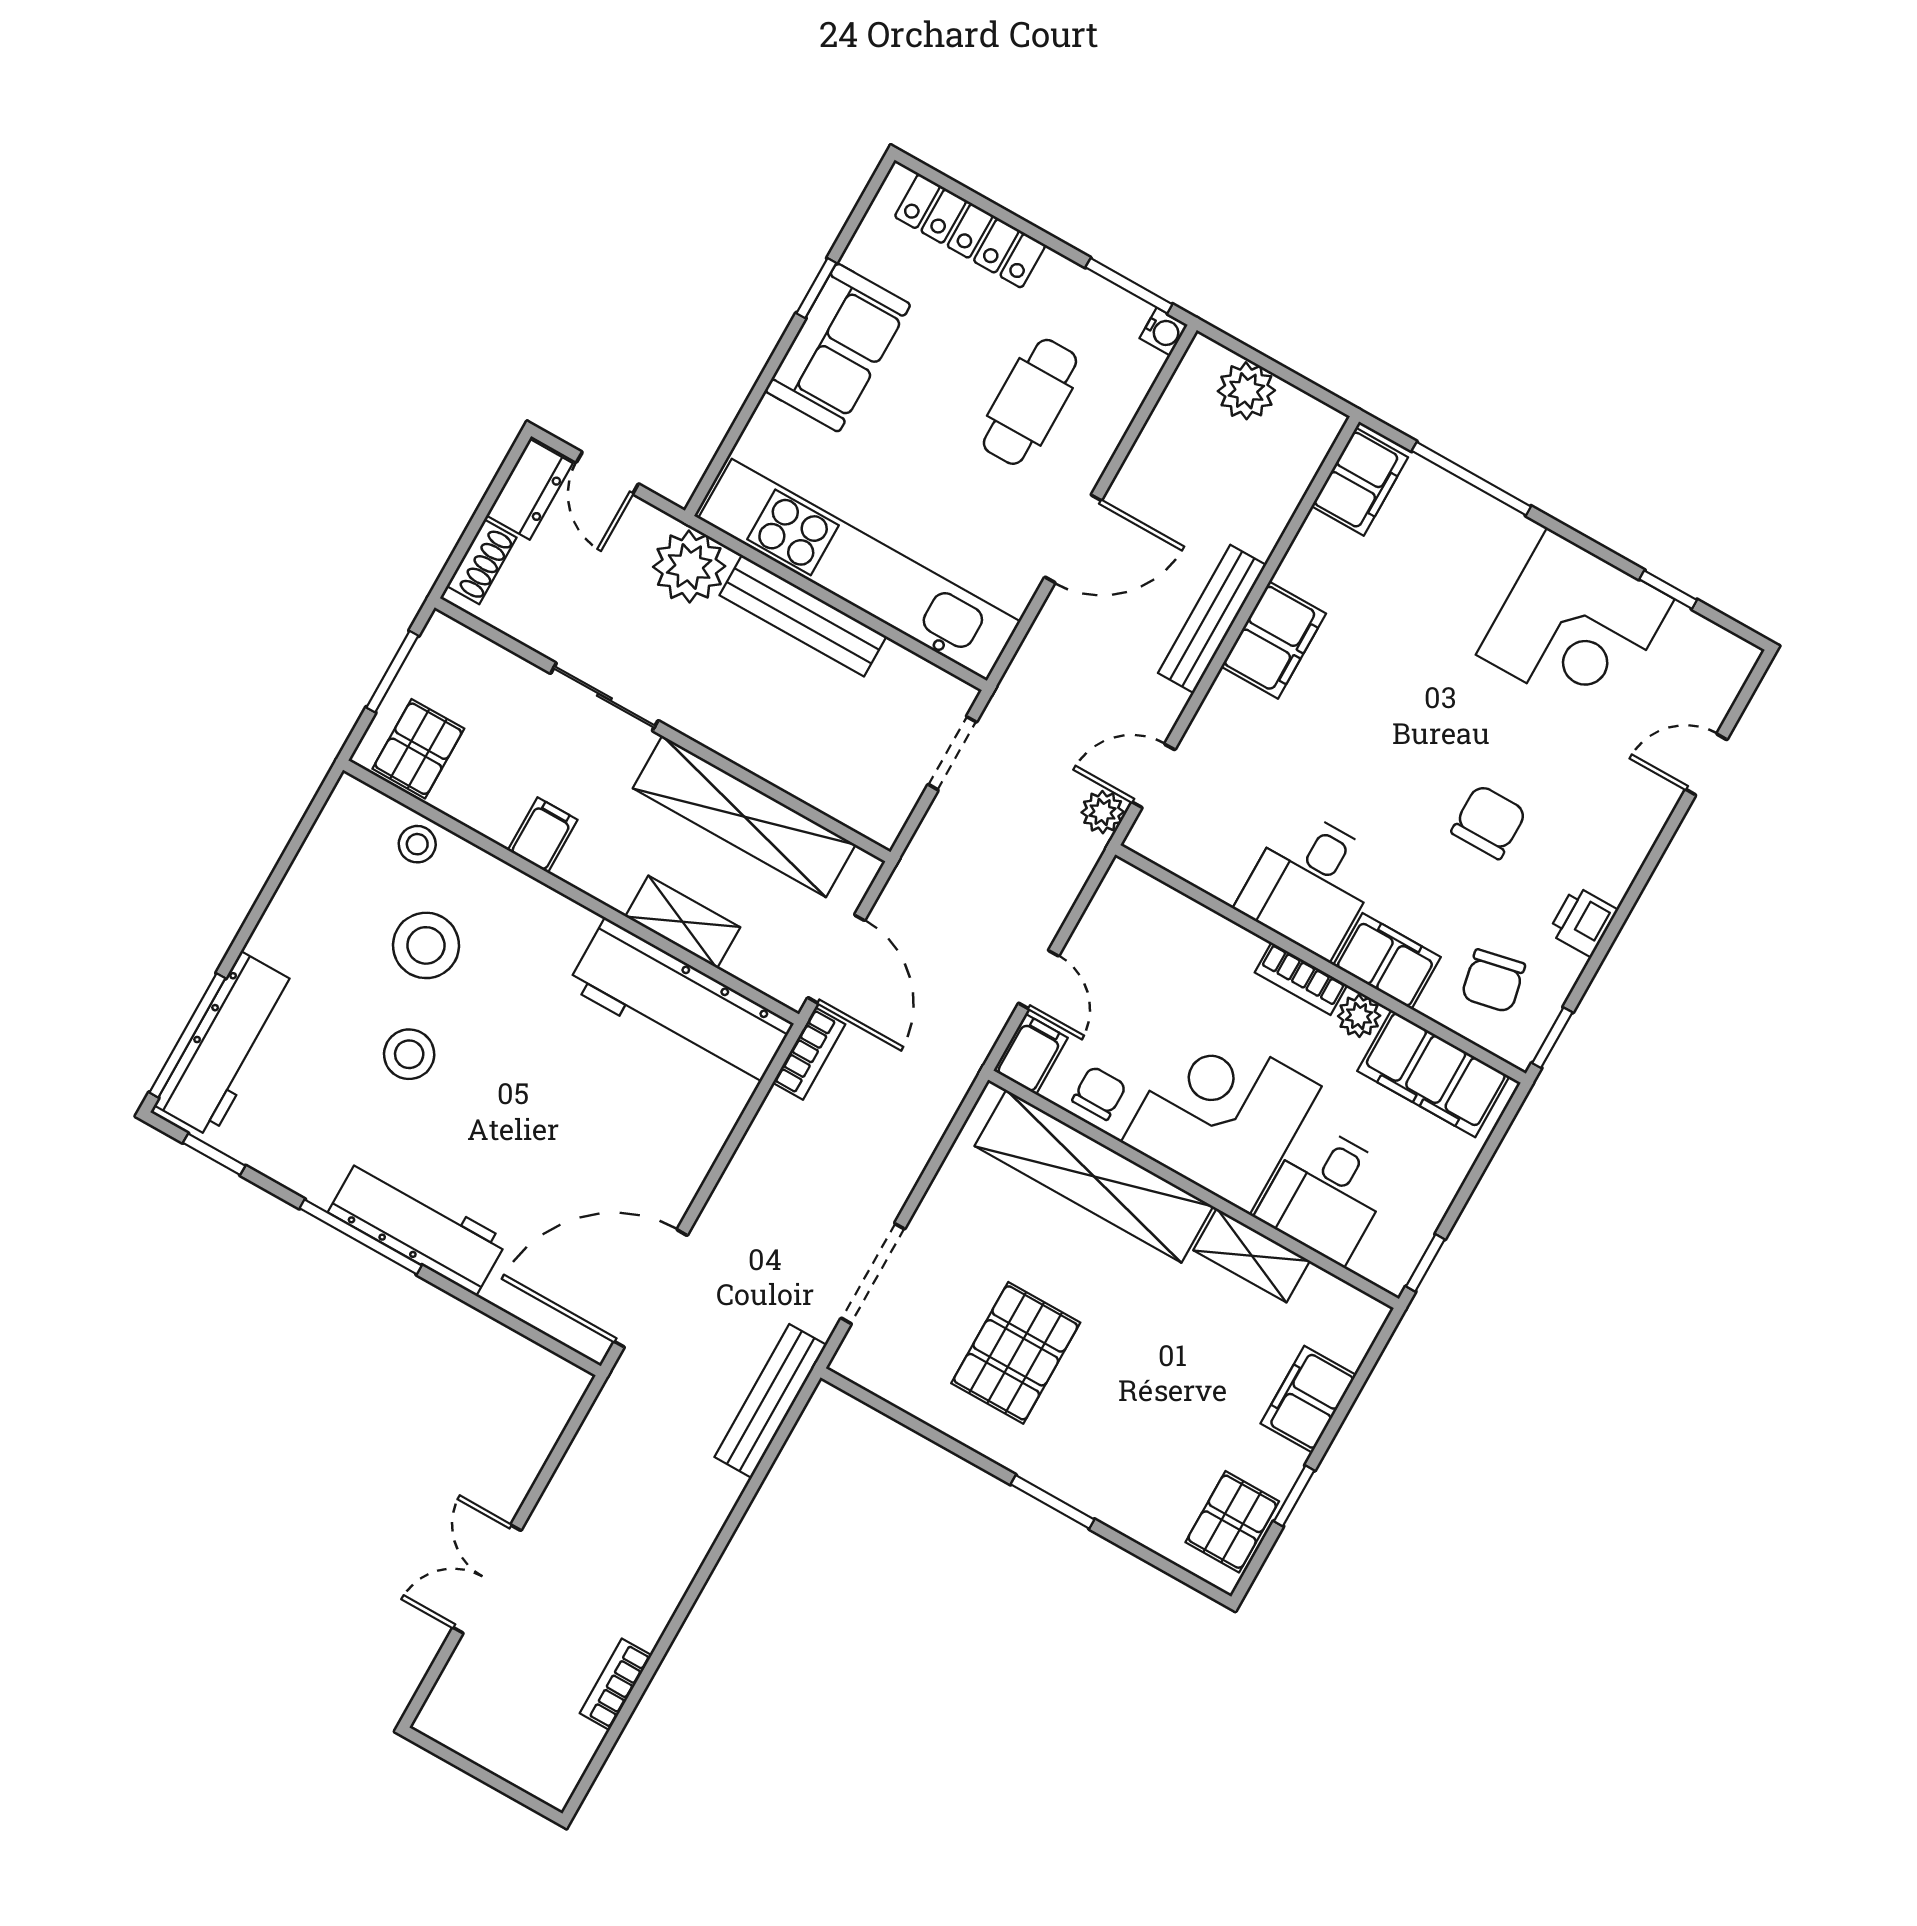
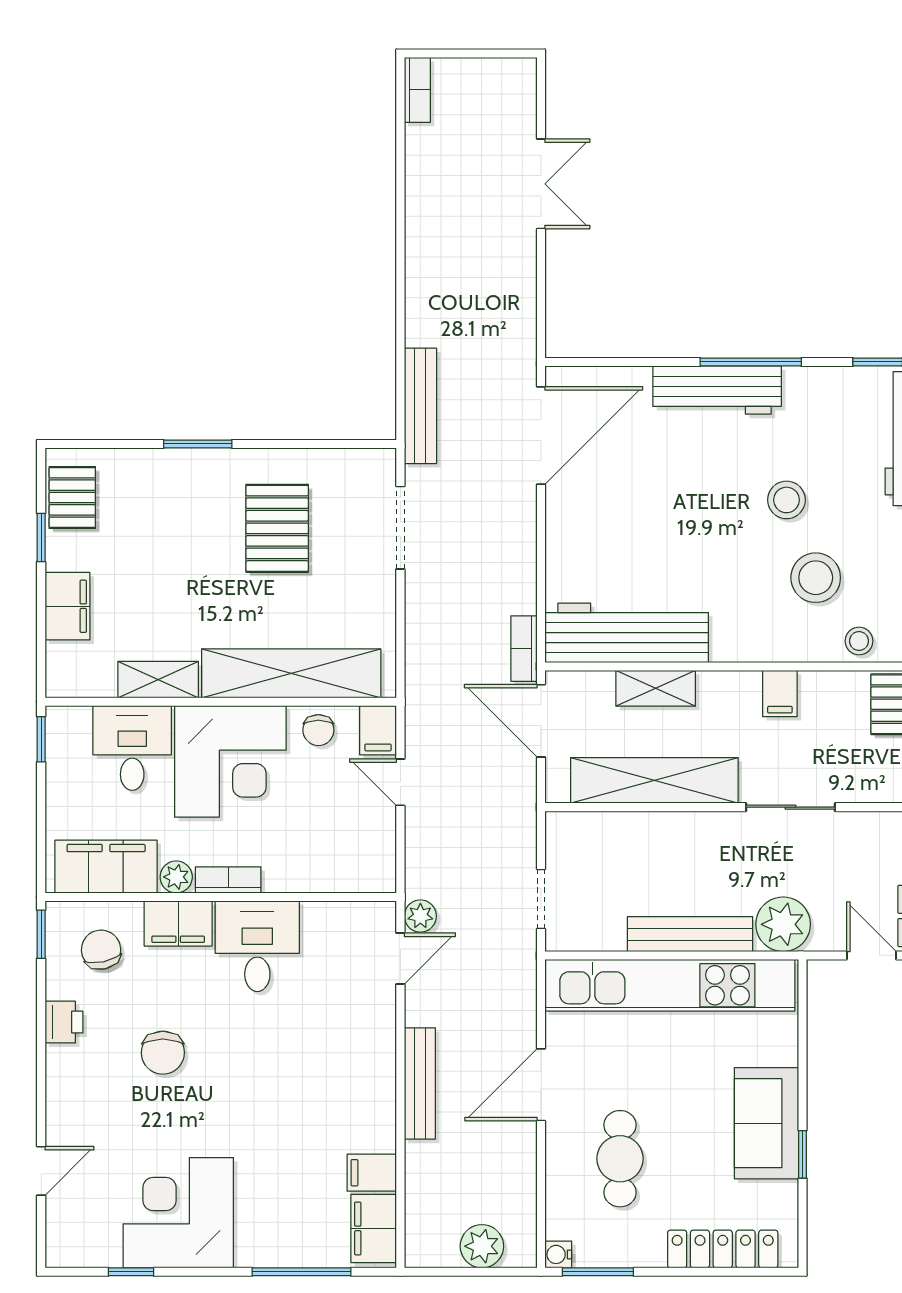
filing cabinet: (1273, 640) -> (372, 1173), moved, width x0.50
bookcase: (616, 1684) -> (417, 90), moved

